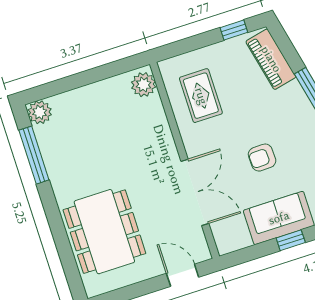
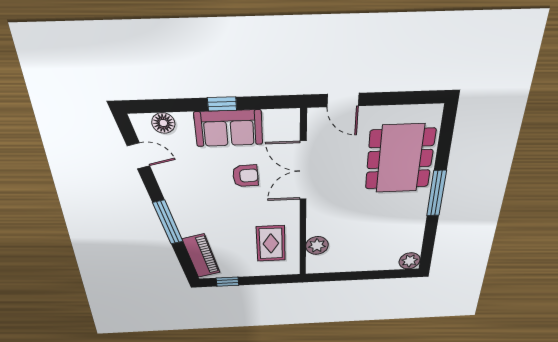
plant: (144, 85) -> (317, 245), moved
window: (34, 155) -> (436, 193), moved
armchair: (262, 158) -> (245, 176), moved

